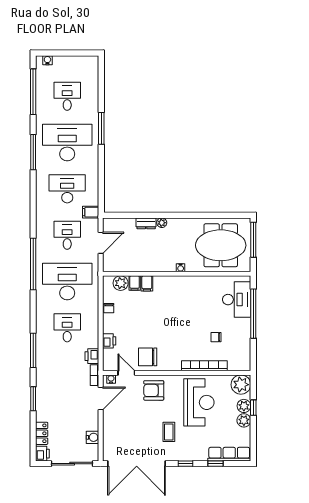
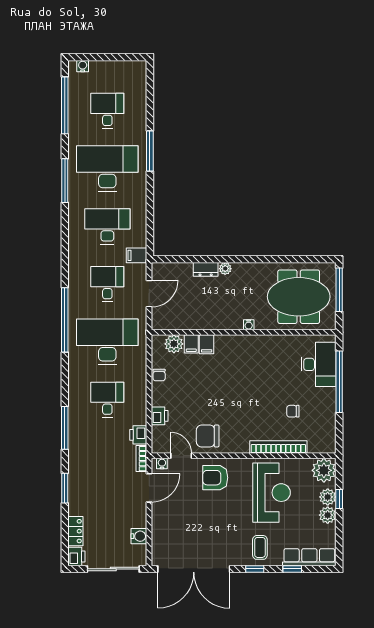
coffee table: (169, 432) -> (260, 547), moved

